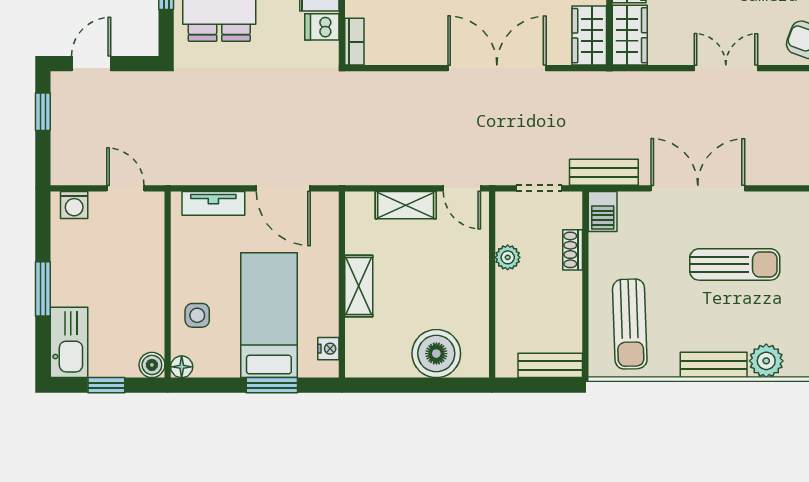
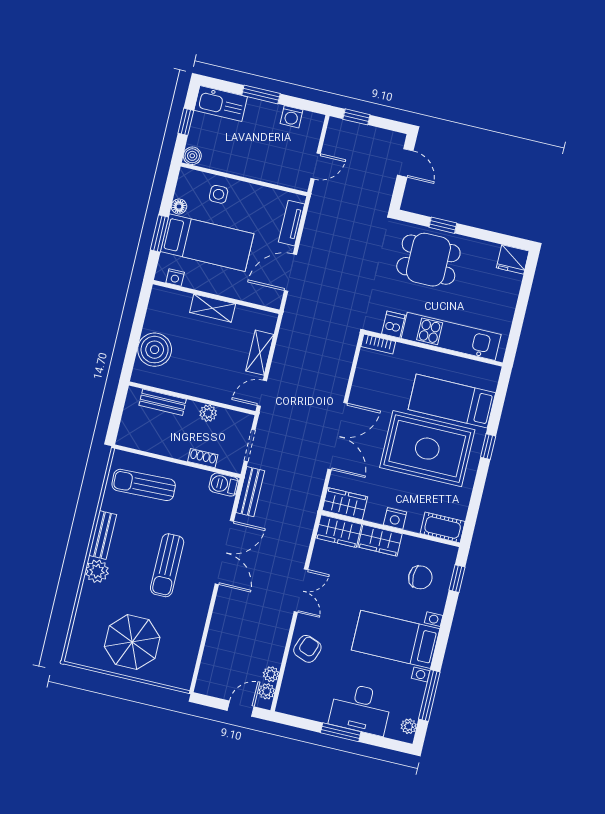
window: (43, 112) -> (356, 117), moved
washing machine: (74, 205) -> (292, 117), moved, turned -90
bench: (550, 365) -> (163, 402), moved, turned 90
floor lamp: (182, 367) -> (179, 206), moved

